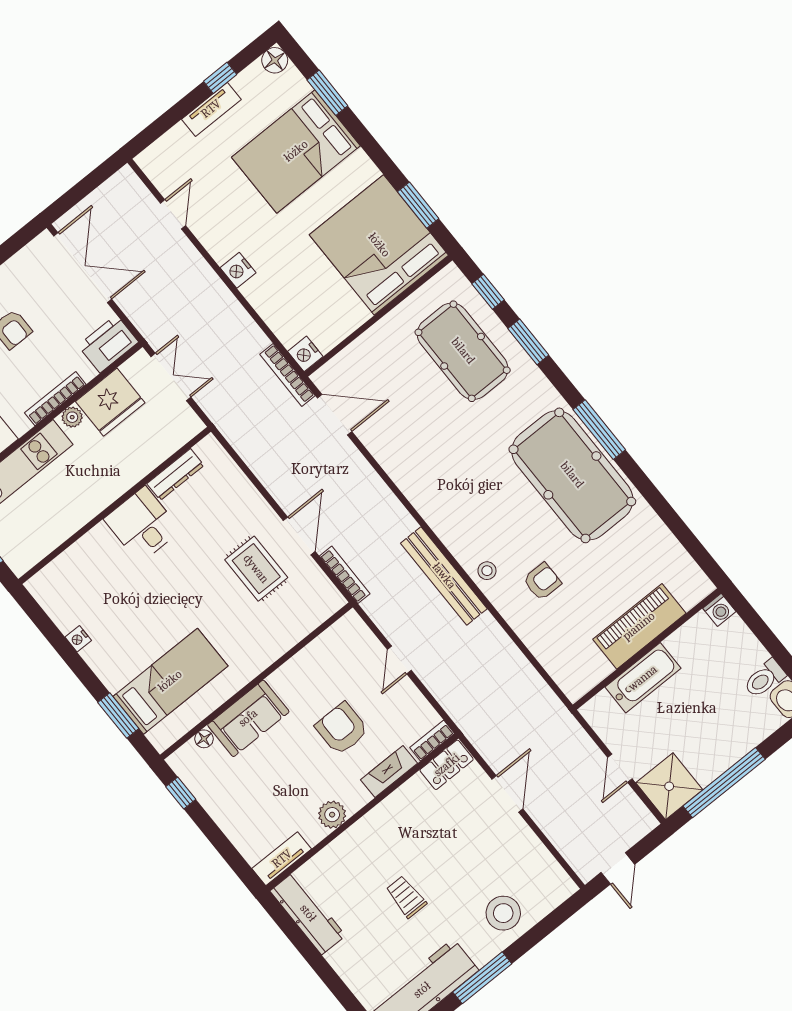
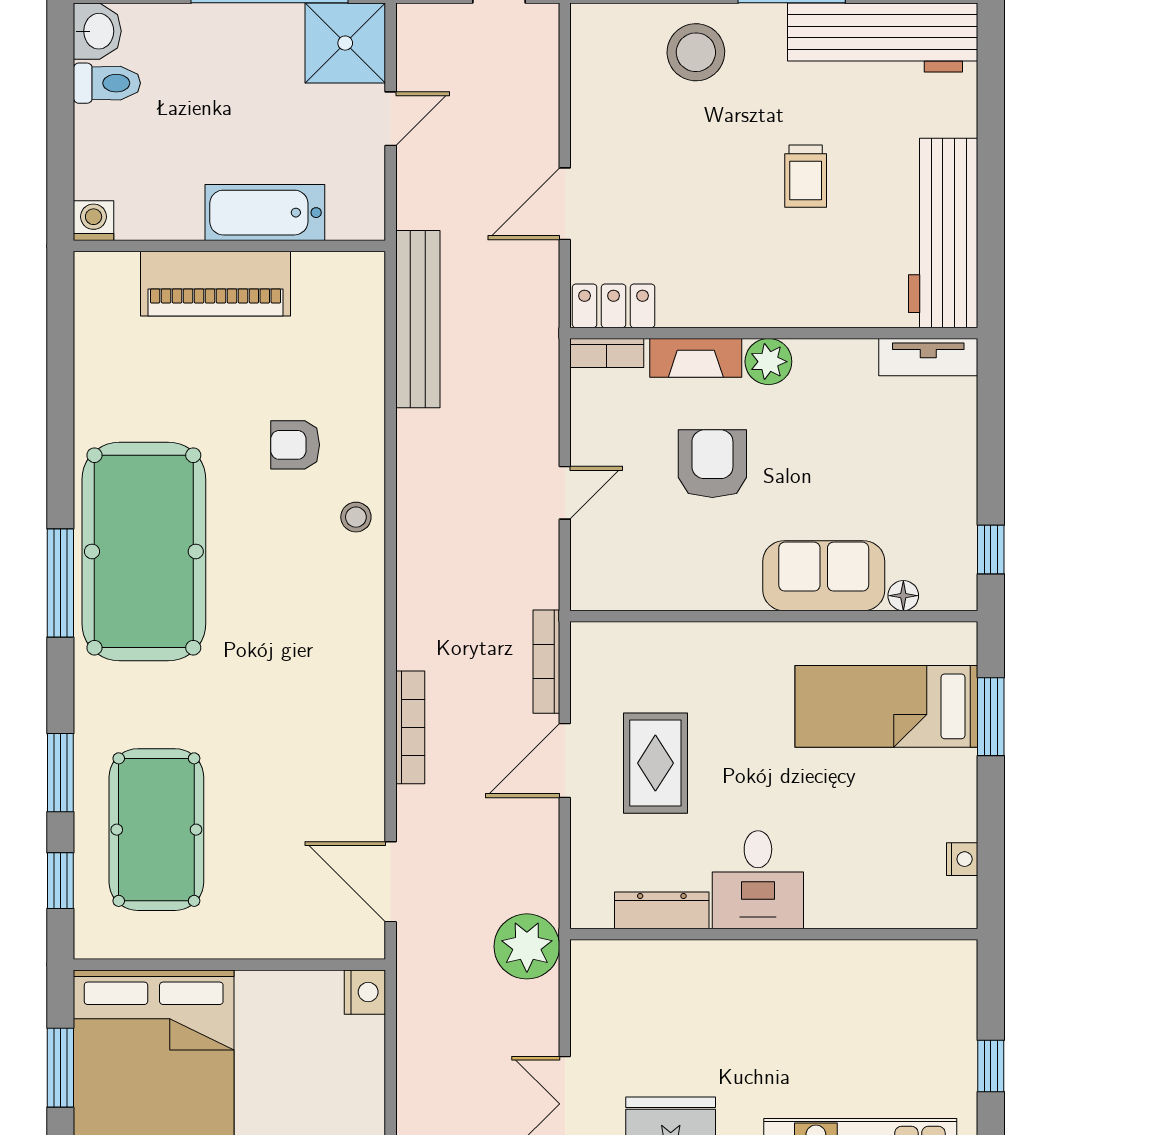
bookcase: (288, 375) -> (410, 727), moved
plant: (247, 436) -> (527, 946), added
dresser: (175, 475) -> (662, 910), moved
wall: (115, 505) -> (774, 934), moved
desk: (142, 525) -> (758, 880), moved
bench: (444, 576) -> (418, 319), moved
armchair: (342, 729) -> (712, 464), turned 180
plant: (332, 815) -> (768, 362), moved
workbench: (308, 913) -> (943, 233), width x1.36, depth x1.32

